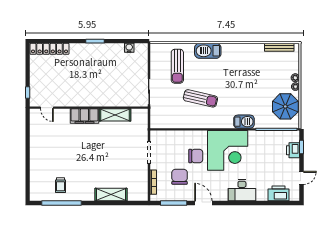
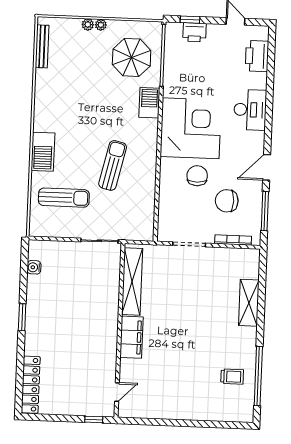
parasol: (285, 106) -> (132, 57), moved
shelving: (115, 115) -> (132, 282), width x1.47

